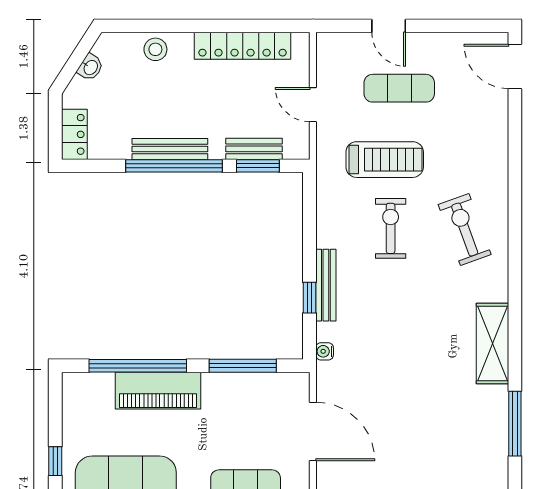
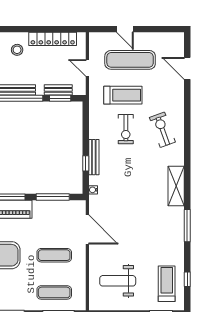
stool: (155, 49) -> (17, 50), moved
door: (515, 66) -> (187, 68), moved
exercise mat: (399, 88) -> (130, 60), width x1.36, depth x1.45
exercise bike: (391, 228) -> (126, 129), turned 180

